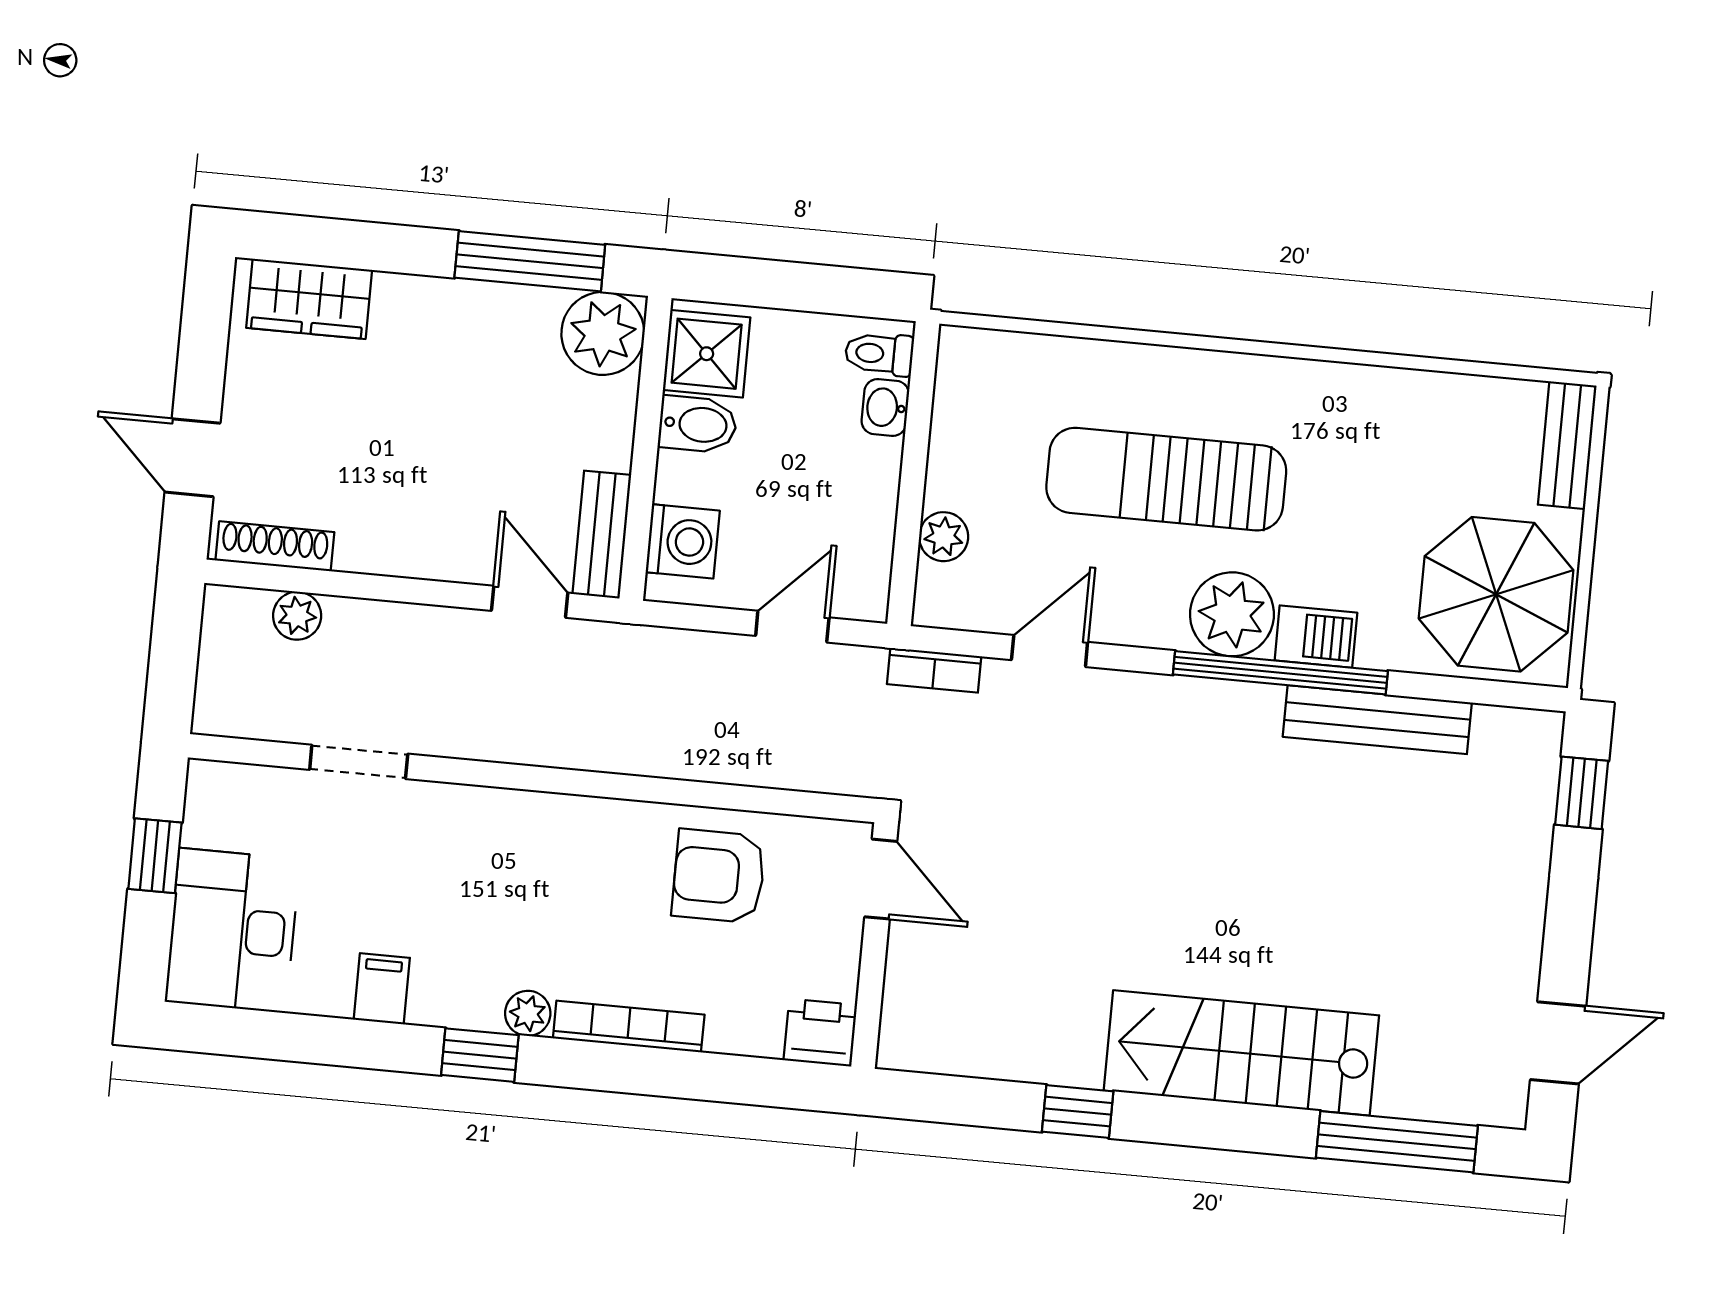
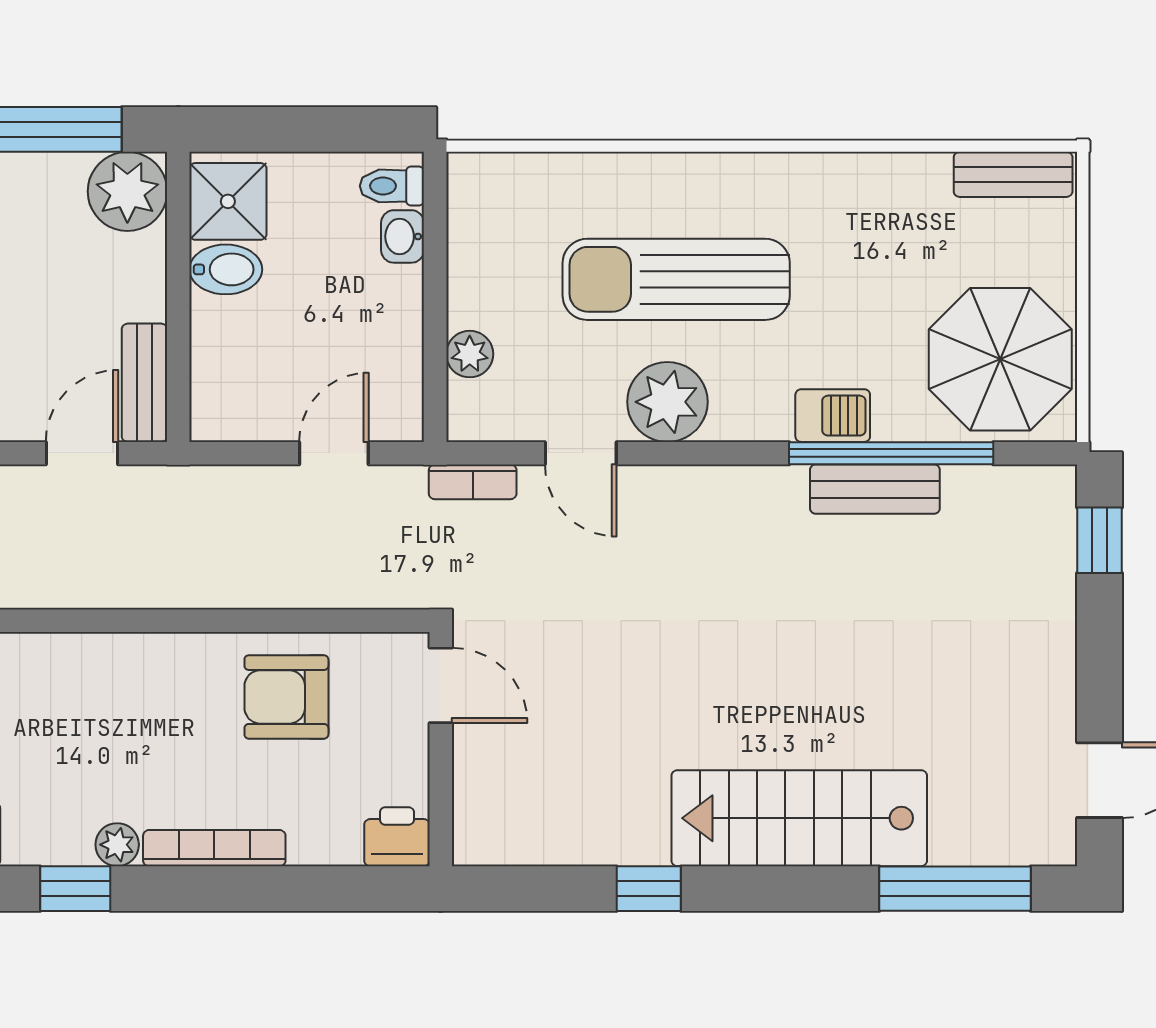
bench: (1567, 445) -> (1013, 174), moved, turned 90
washing machine: (683, 541) -> (222, 382), removed
door: (530, 602) -> (82, 453), hinge flipped
plant: (1232, 614) -> (667, 402), moved
door: (1050, 651) -> (581, 453), swing flipped
window: (1280, 673) -> (891, 453), moved
bench: (1377, 720) -> (875, 489), width x0.73

